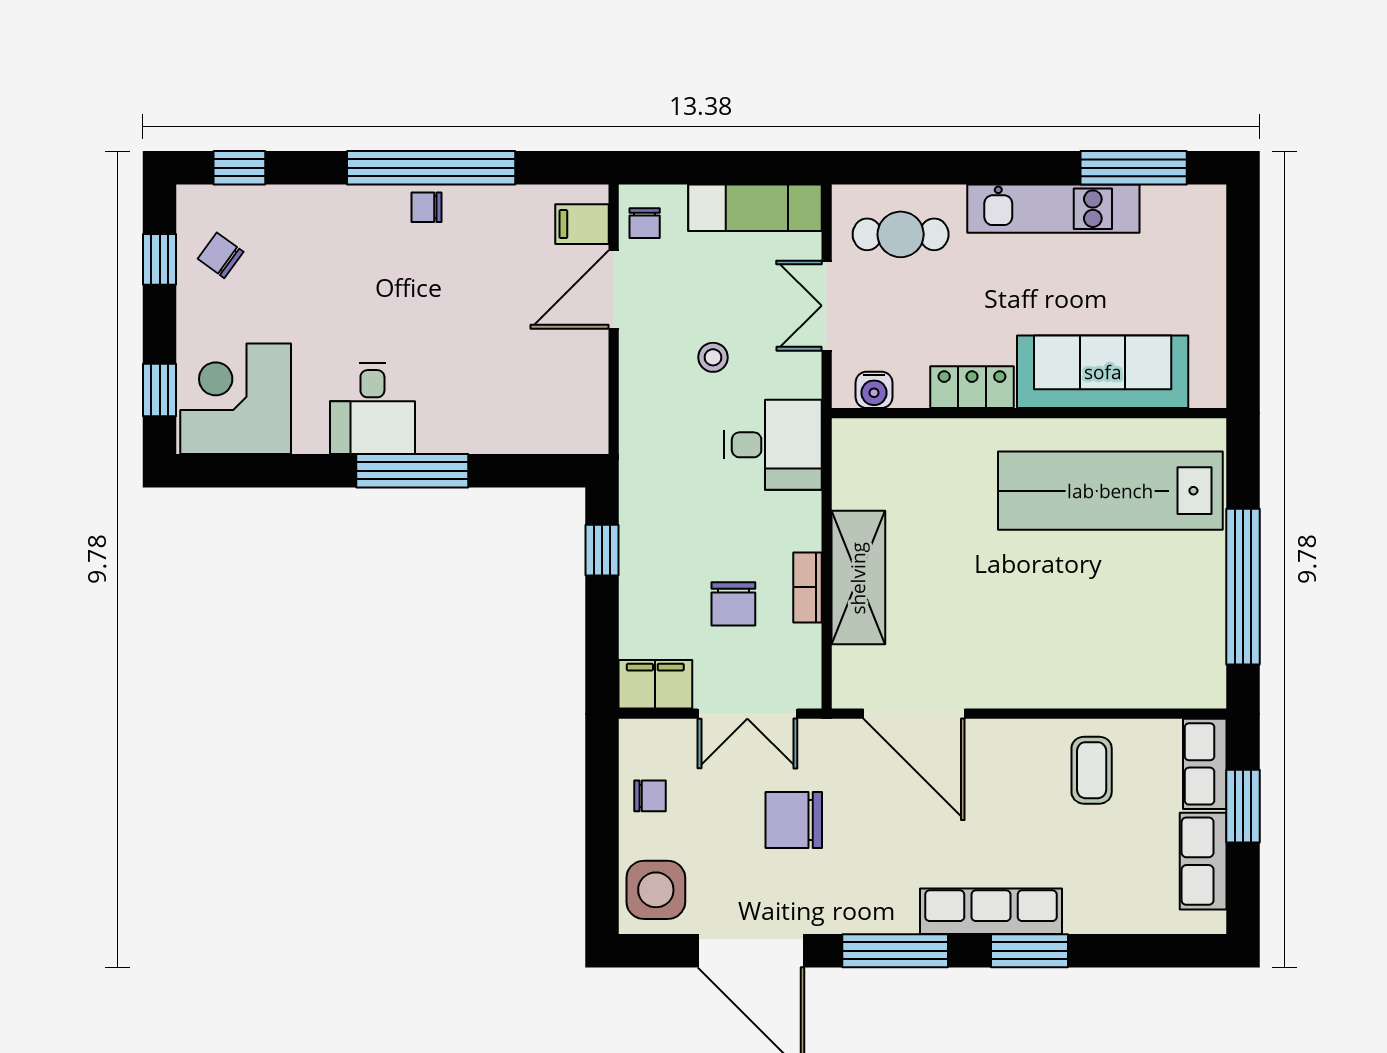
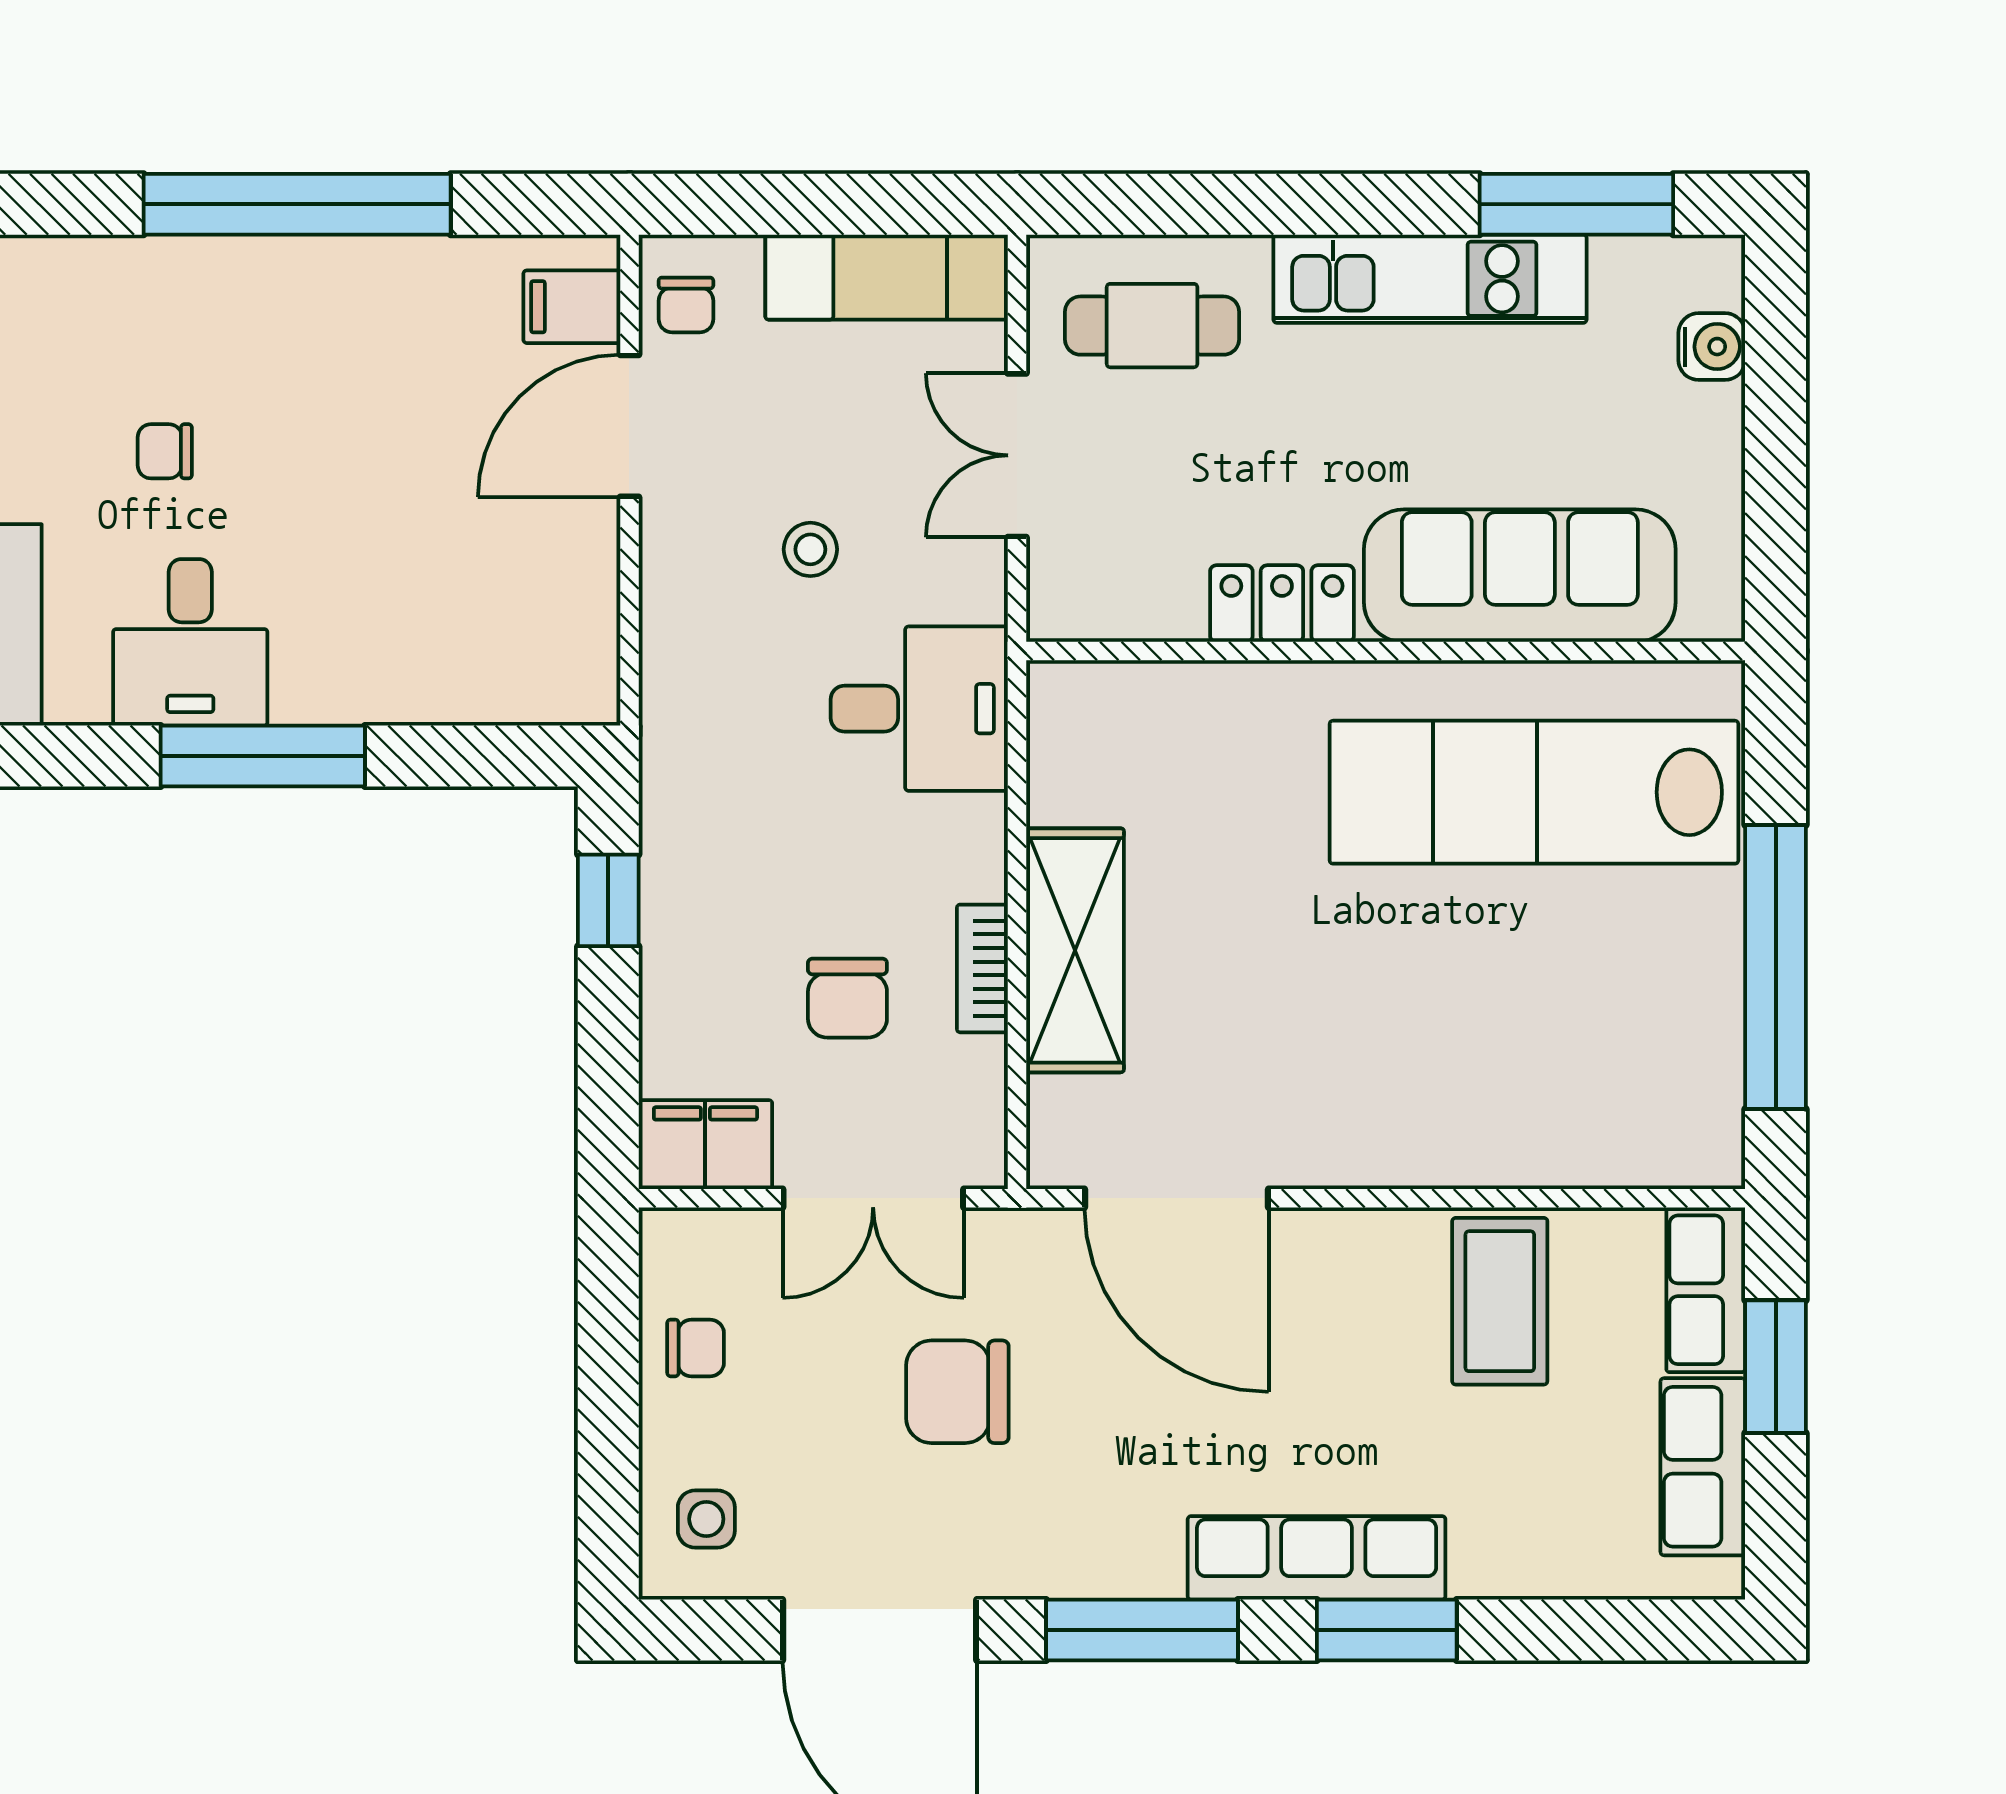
chair: (426, 207) -> (165, 451), moved
water cooler: (874, 390) -> (1712, 347), moved, turned -90
coffee table: (1092, 770) -> (1500, 1301), width x1.36, depth x1.30
side table: (656, 890) -> (706, 1519), width x0.54, depth x0.54

